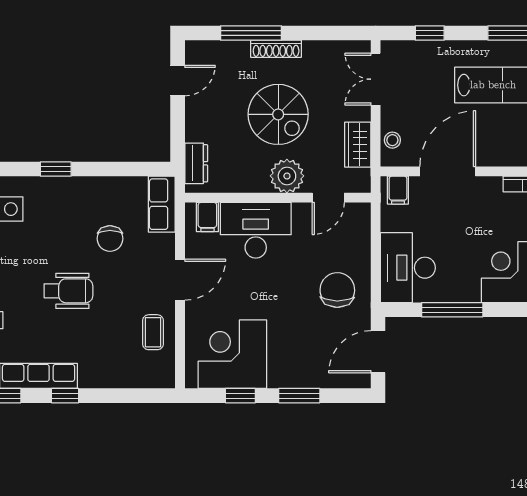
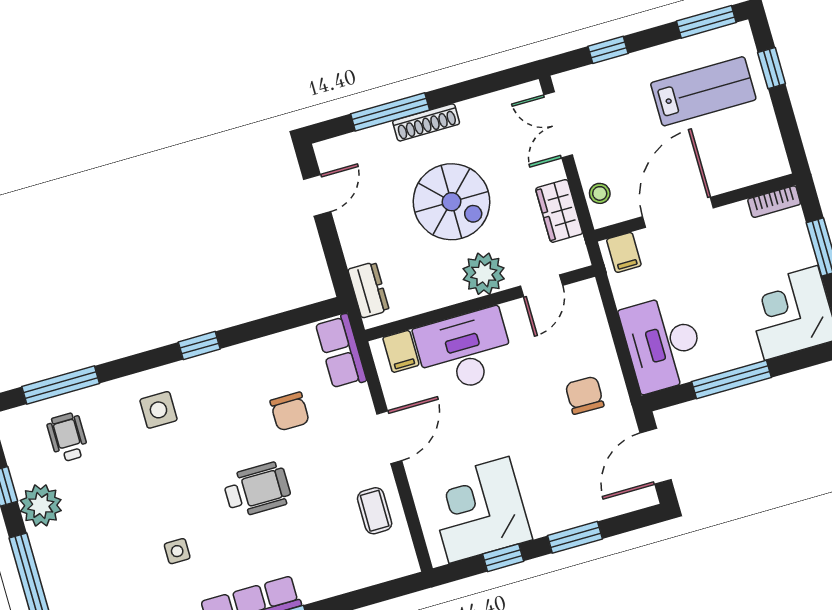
chair: (337, 290) -> (585, 395), width x0.73, depth x0.73

